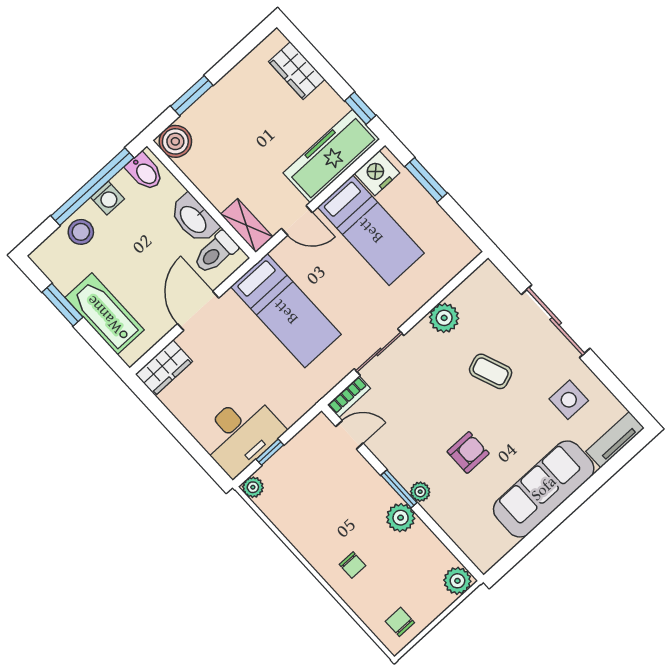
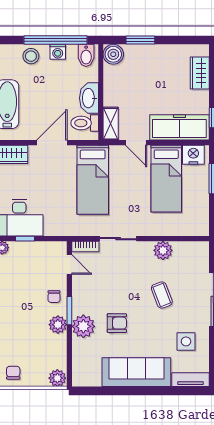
plant: (420, 492) -> (83, 326), width x1.88, depth x1.88
chair: (352, 565) -> (54, 297), moved

